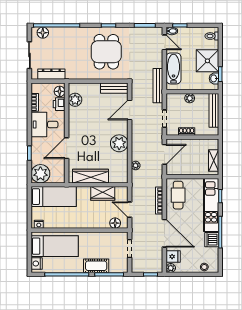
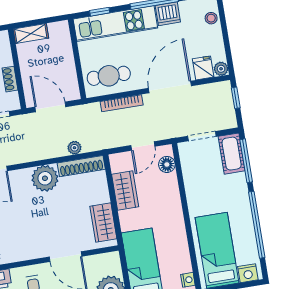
shelving: (214, 160) -> (31, 33), moved
shoe rack: (123, 168) -> (81, 166), added
wardrobe: (91, 176) -> (103, 222), width x0.67
cot: (96, 266) -> (232, 154), moved

